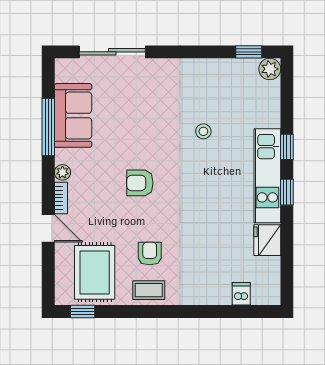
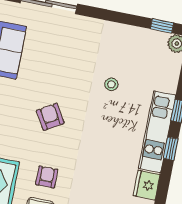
armchair: (140, 183) -> (50, 117), turned 59

